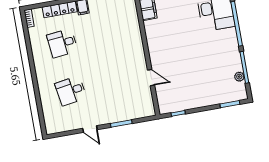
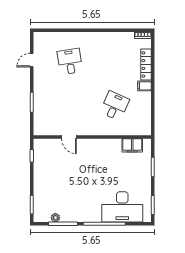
desk: (62, 43) -> (115, 106), moved, turned 30
door: (151, 78) -> (69, 137), hinge flipped
door: (90, 129) -> (32, 60), moved

